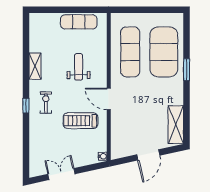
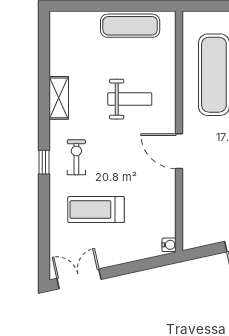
weight bench: (79, 67) -> (130, 99), turned 90
treadmill: (80, 121) -> (96, 210), moved
double door: (61, 174) -> (79, 279), moved

